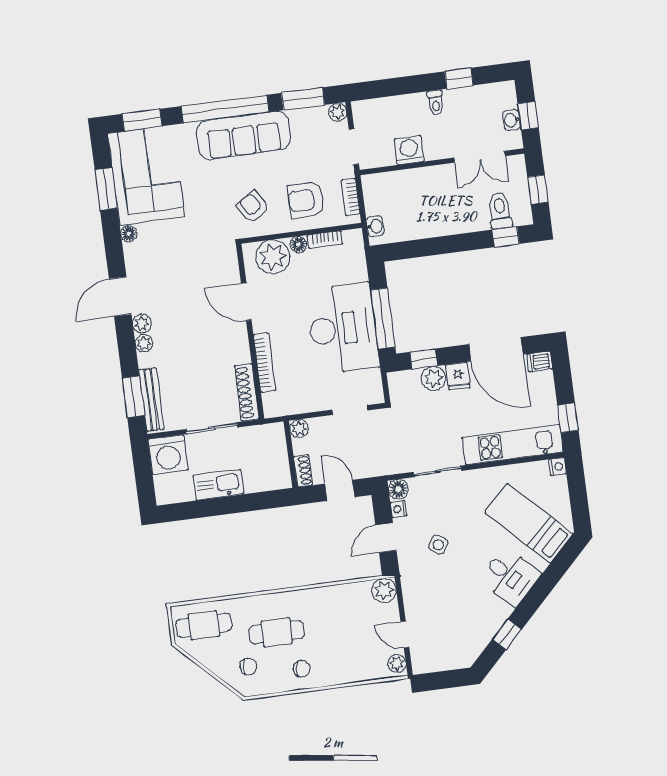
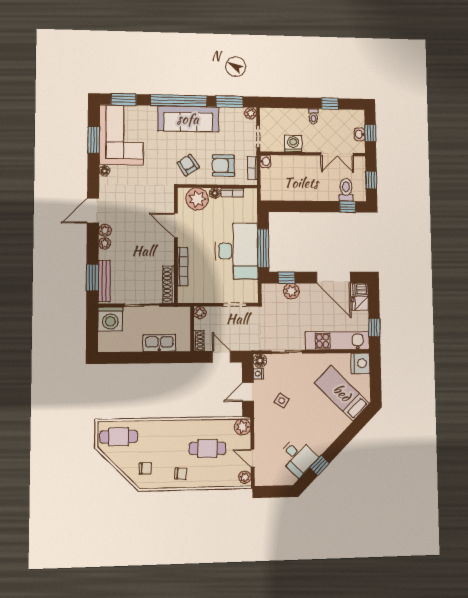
washbasin: (375, 226) -> (265, 161), moved
fridge: (458, 376) -> (360, 303), moved, turned 90
nightstand: (558, 467) -> (360, 363), width x1.89, depth x1.79
kitchen sink: (218, 485) -> (159, 343), moved
desk: (510, 577) -> (298, 457), moved
cafe table: (277, 632) -> (207, 448), moved

